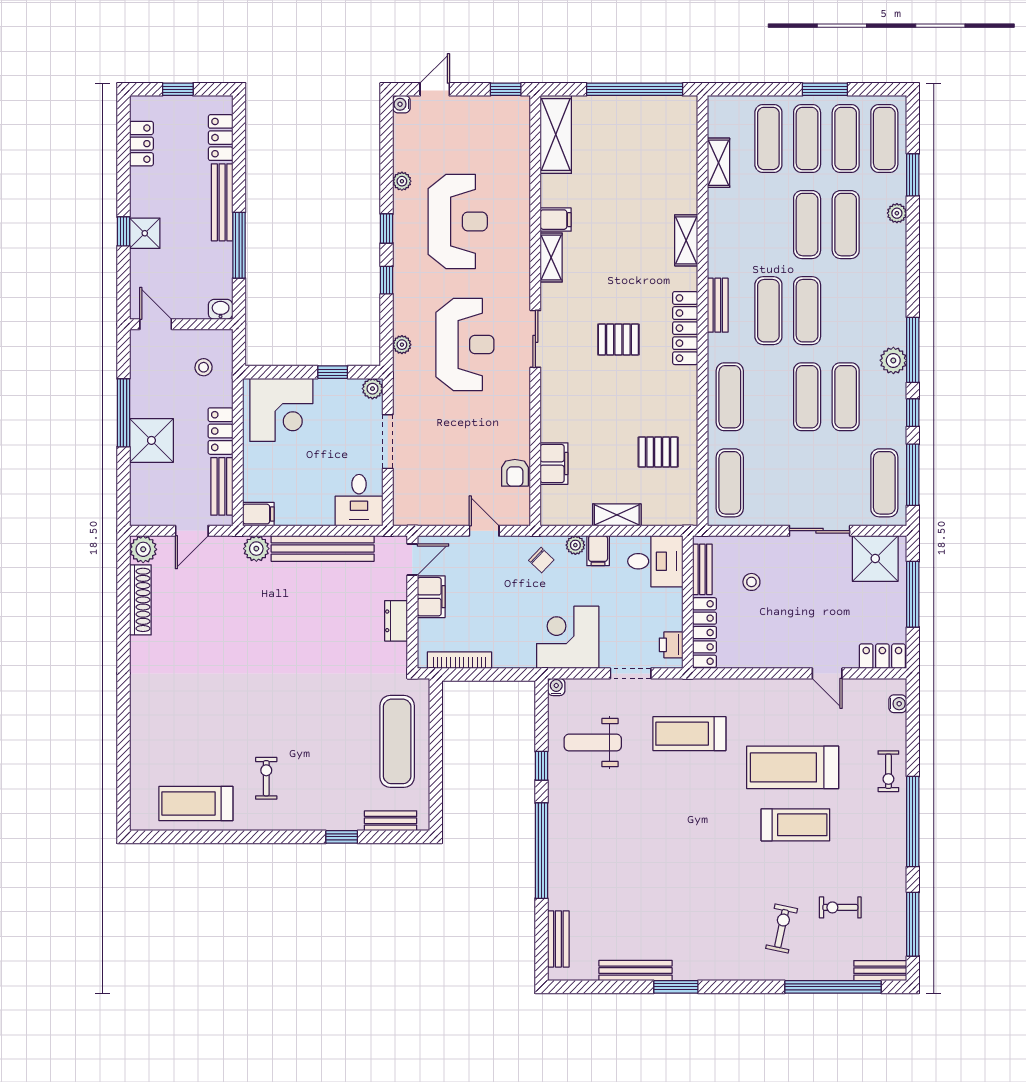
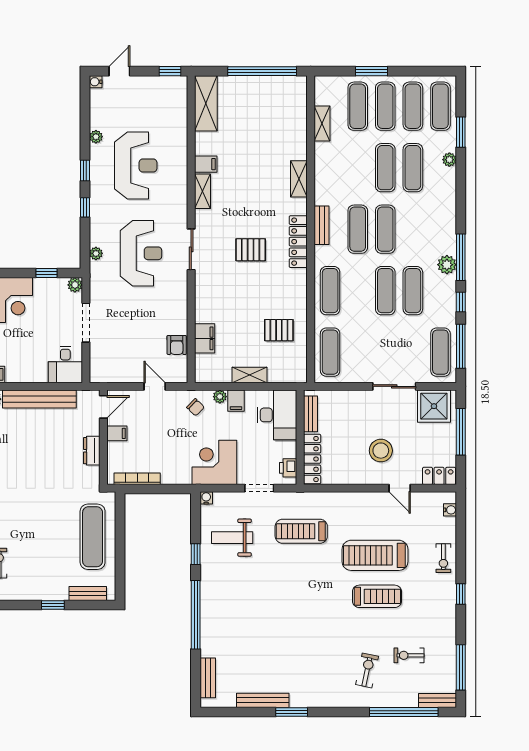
window: (825, 89) -> (371, 71), moved
desk: (655, 561) -> (277, 415), width x1.37
stool: (751, 582) -> (381, 451), moved, width x1.89, depth x1.89
filing cabinet: (431, 597) -> (117, 433), width x0.50
window: (913, 821) -> (461, 594), width x0.32

